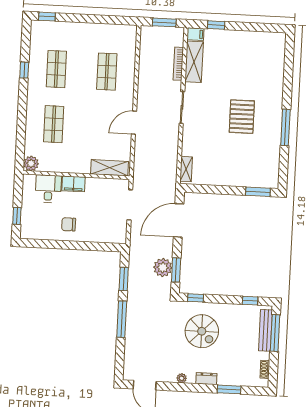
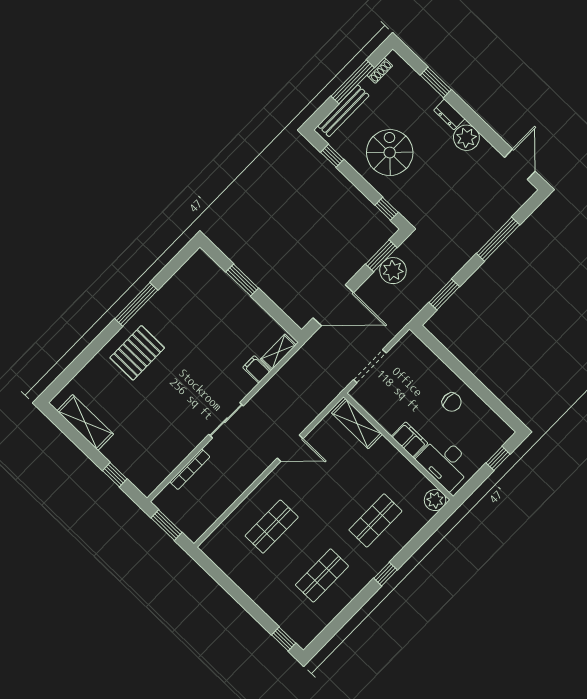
filing cabinet: (195, 34) -> (257, 369), moved
shelving: (194, 62) -> (85, 422), moved, turned 90
window: (24, 70) -> (385, 574), moved
pallet: (242, 117) -> (137, 353), moved
desk: (48, 189) -> (445, 462), width x1.37
window: (258, 192) -> (242, 280), moved
window: (122, 319) -> (498, 239), moved
spiral stairs: (202, 331) -> (390, 153), moved
window: (275, 333) -> (353, 82), moved
plant: (182, 378) -> (466, 138), width x1.88, depth x1.88

